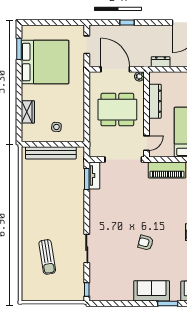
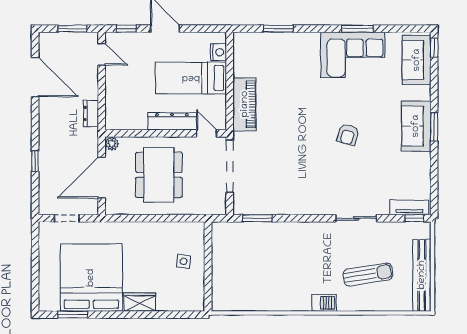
dresser: (155, 101) -> (172, 121), moved
wardrobe: (28, 112) -> (140, 302), moved
bench: (51, 153) -> (422, 275), moved
tv unit: (94, 175) -> (409, 207), moved
barbecue: (27, 226) -> (324, 303), added
window: (168, 303) -> (434, 127), moved

